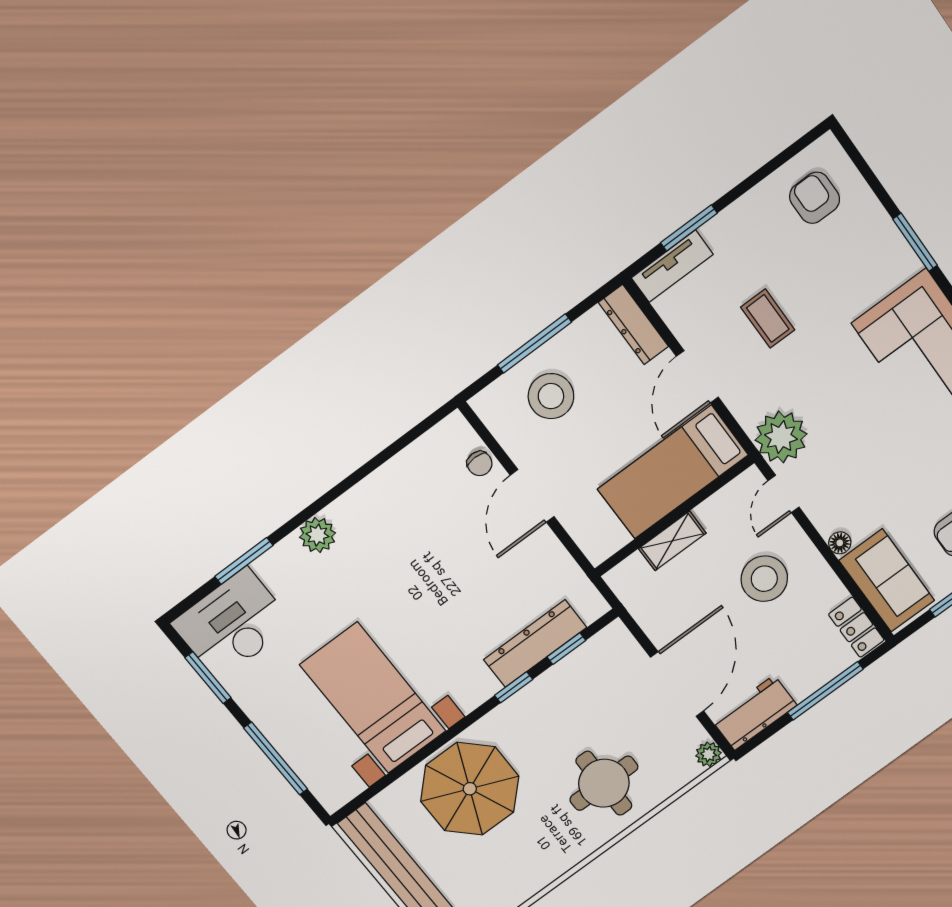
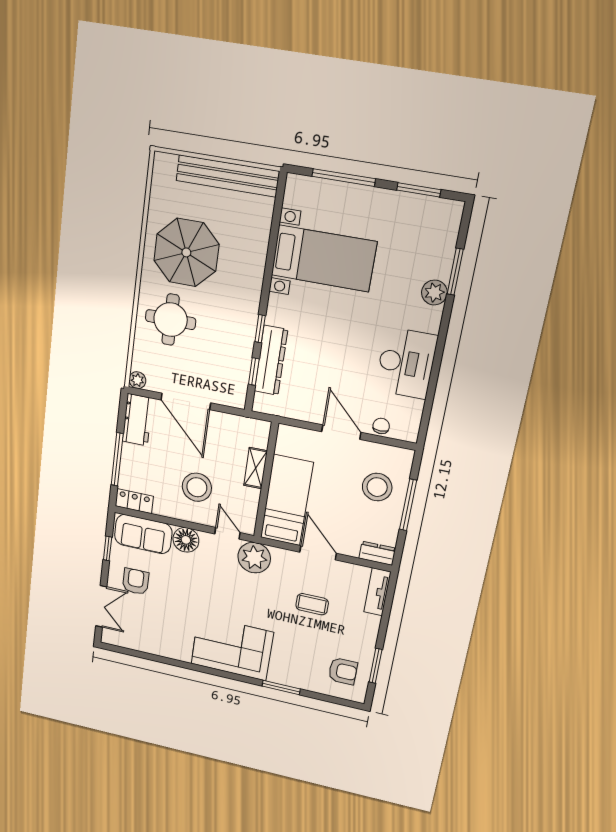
window: (689, 228) -> (376, 666), moved
dresser: (633, 325) -> (377, 553), width x0.70
chair: (480, 463) -> (381, 426), turned 90
plant: (317, 535) -> (434, 292), moved
floor lamp: (840, 543) -> (186, 540), width x1.89, depth x1.89
desk: (233, 624) -> (406, 363), moved
parasol: (470, 789) -> (186, 252), moved

